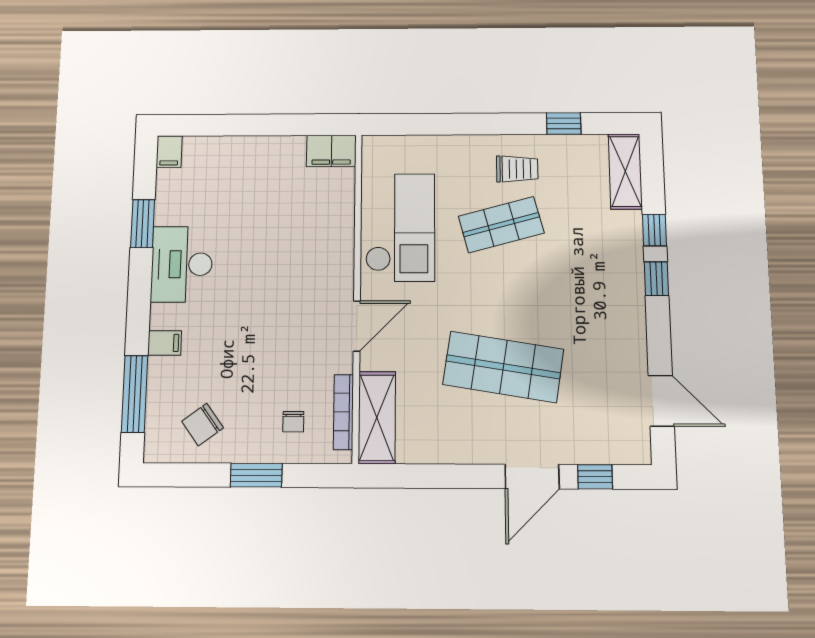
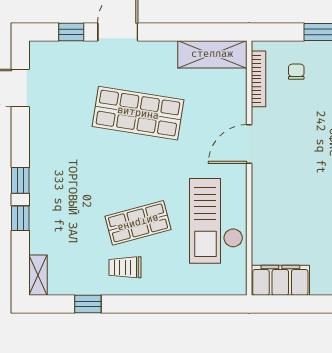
filing cabinet: (331, 151) -> (280, 280), width x1.50, depth x1.17
shelving: (625, 171) -> (38, 275), width x0.67, depth x0.75
shelving: (377, 417) -> (212, 54), moved, turned 90

